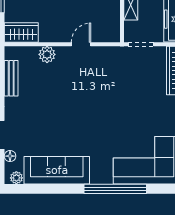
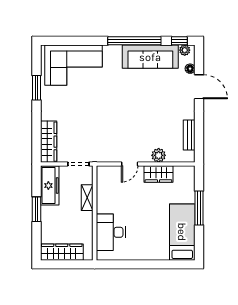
wardrobe: (21, 33) -> (158, 174), moved
window: (23, 189) -> (179, 41), added
window: (115, 189) -> (134, 41), moved

